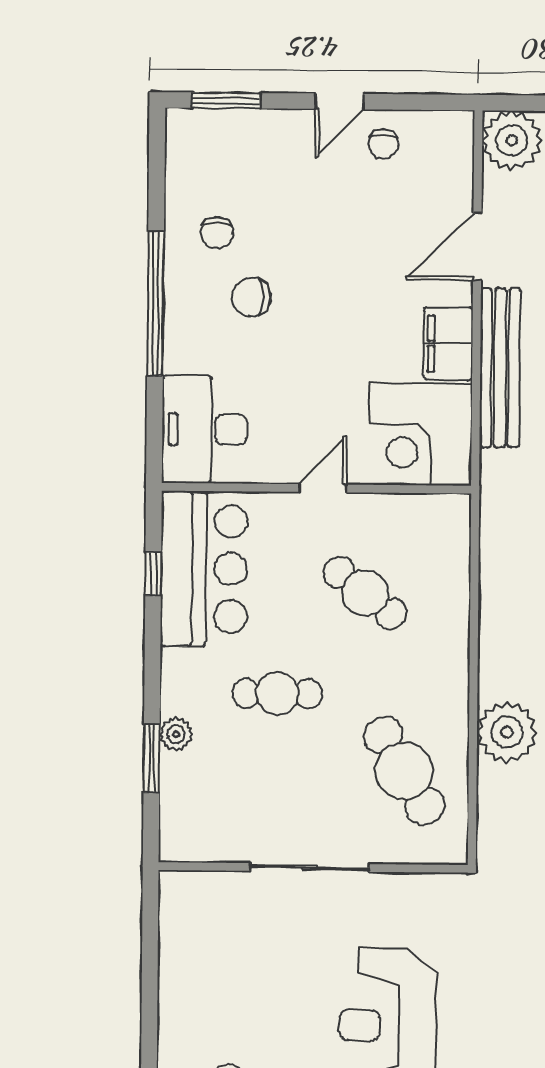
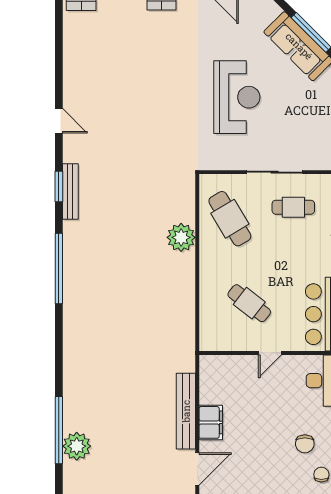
chair: (251, 297) -> (305, 444), turned 90
corner desk: (421, 434) -> (223, 379), removed
cafe table: (277, 694) -> (293, 207), moved

